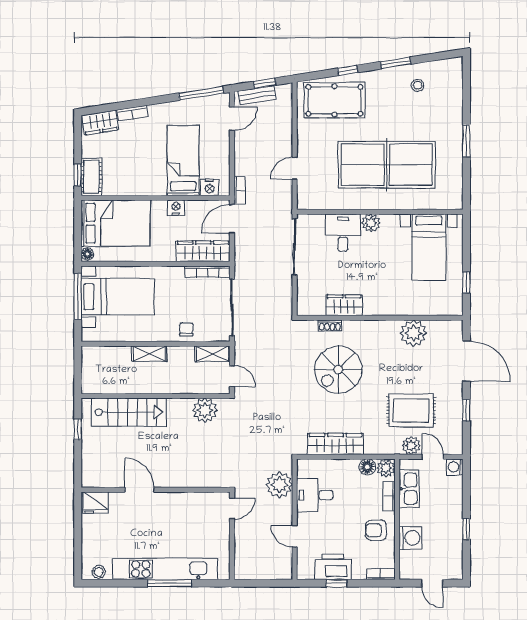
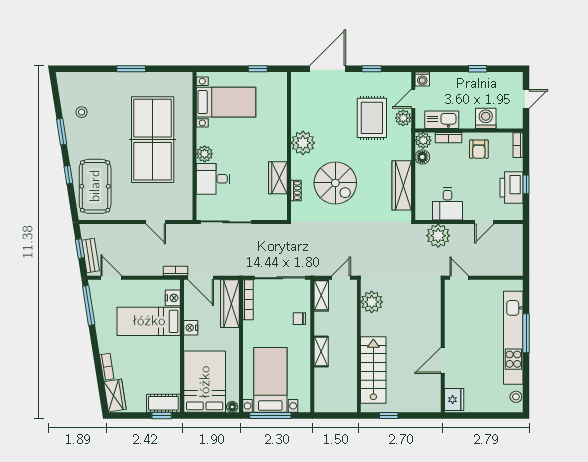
plant: (413, 333) -> (303, 143), moved

